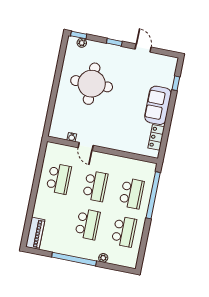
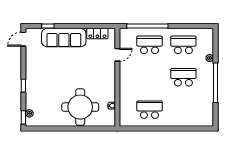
door: (143, 48) -> (23, 39), moved
round table: (92, 84) -> (80, 107), moved
sofa: (158, 105) -> (64, 38), width x1.36
door: (86, 146) -> (117, 55), moved
school desk: (95, 186) -> (149, 77), removed
piano: (35, 233) -> (200, 120), removed

